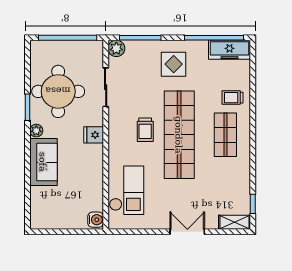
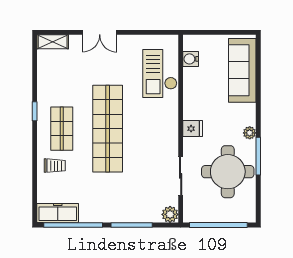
window: (140, 38) -> (132, 225), moved
display table: (174, 64) -> (113, 199), removed
window: (27, 107) -> (258, 156), width x1.44
trolley: (145, 130) -> (141, 134), removed
sofa: (43, 162) -> (242, 70), moved, width x1.36
window: (253, 204) -> (35, 111), moved
water cooler: (96, 220) -> (191, 59), moved

